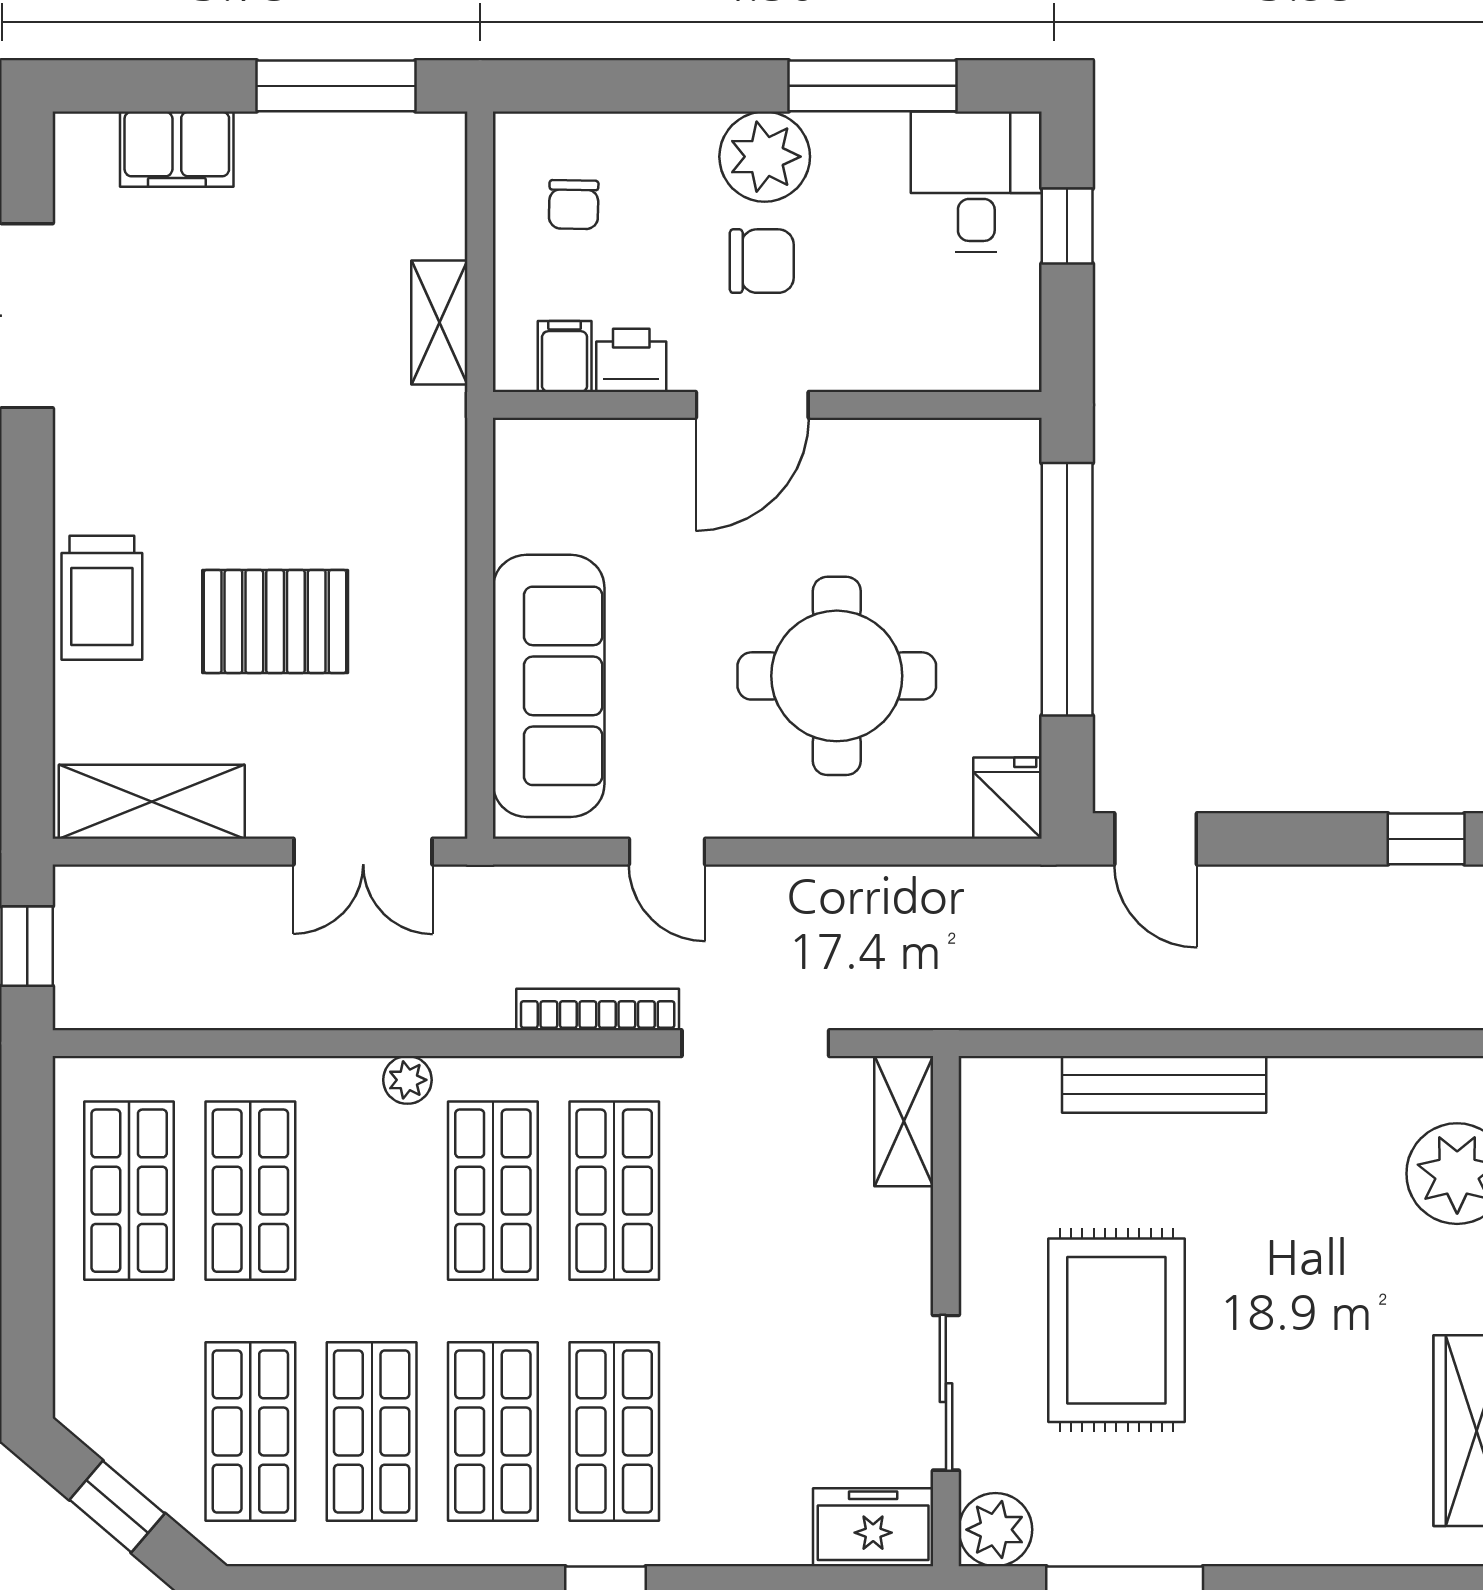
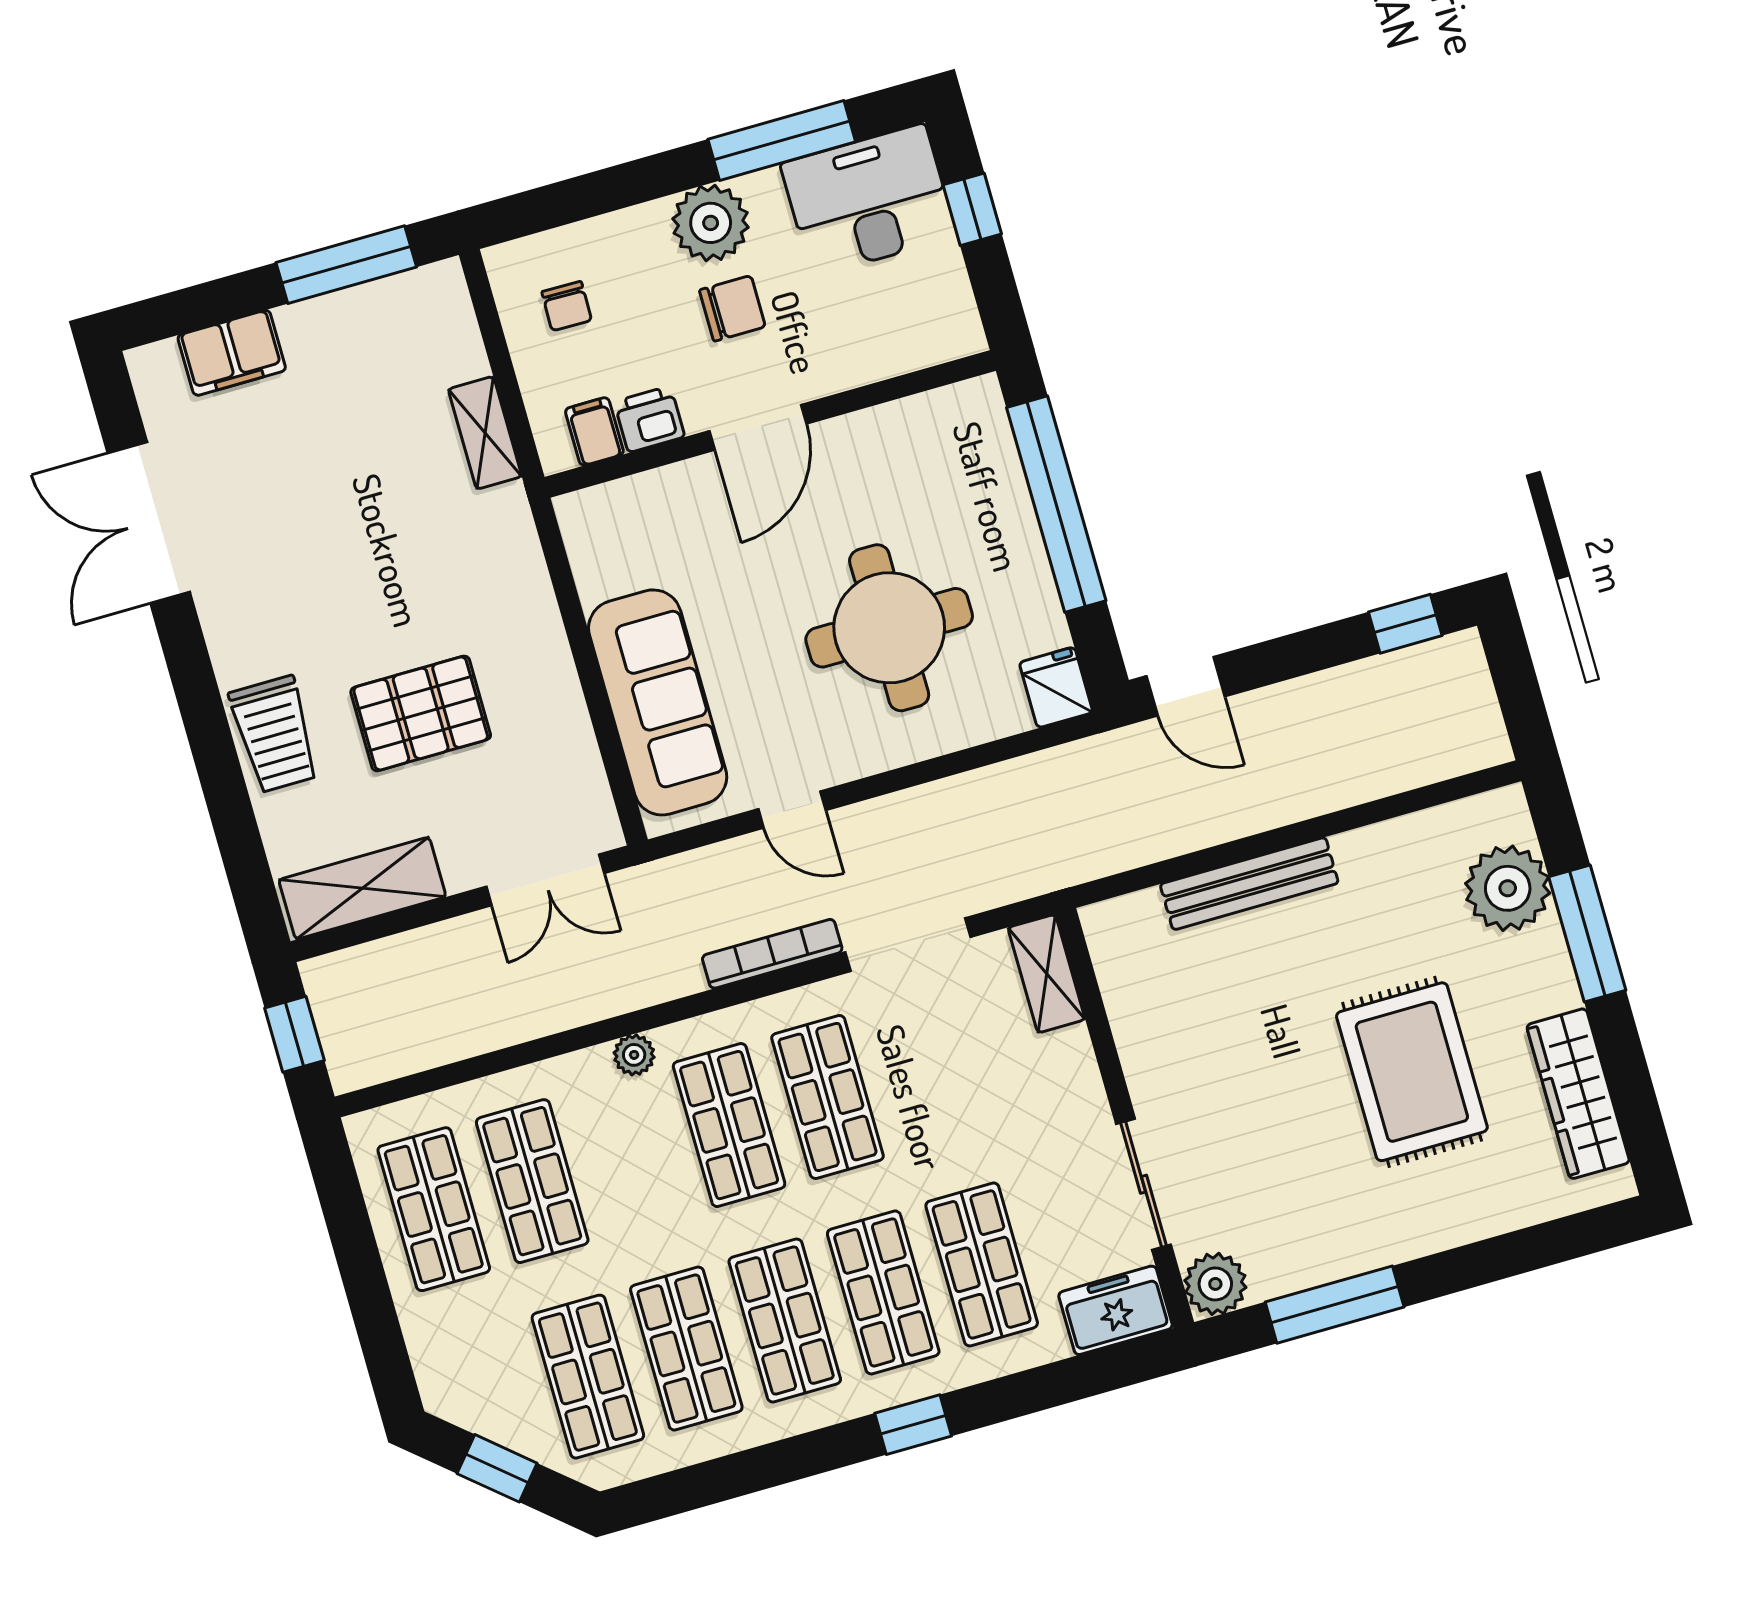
desk: (976, 182) -> (868, 200), width x1.37
rug: (1116, 1330) -> (1412, 1072), moved
shop shelf: (735, 1431) -> (982, 1264), added

